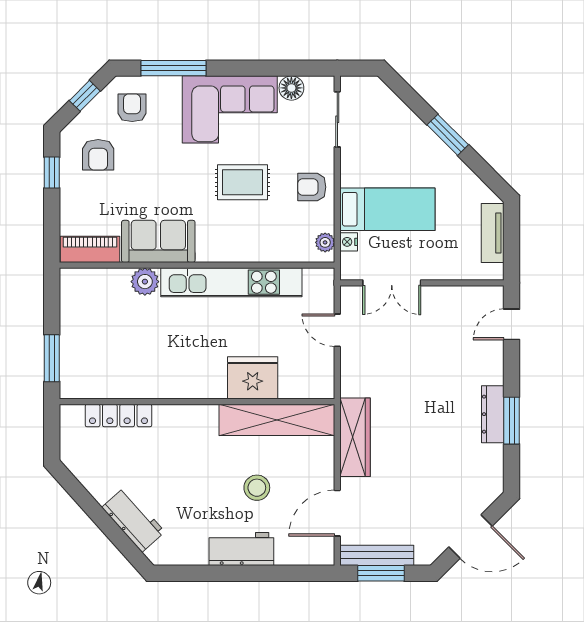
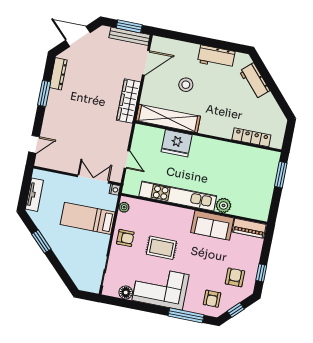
window: (448, 135) -> (41, 242), moved
nightstand: (349, 242) -> (115, 190), moved
dresser: (493, 414) -> (58, 74), moved
workbench: (241, 549) -> (216, 57), moved

